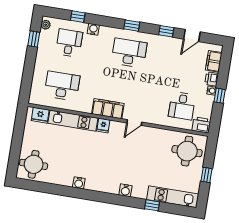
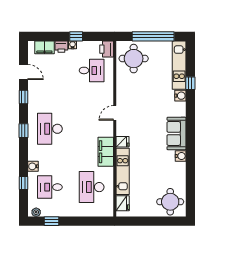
filing cabinet: (108, 109) -> (106, 152), moved
door: (134, 122) -> (115, 113), swing flipped
window: (207, 175) -> (153, 36), width x3.17
sofa: (103, 182) -> (176, 133), added
water cooler: (125, 190) -> (180, 96), moved

